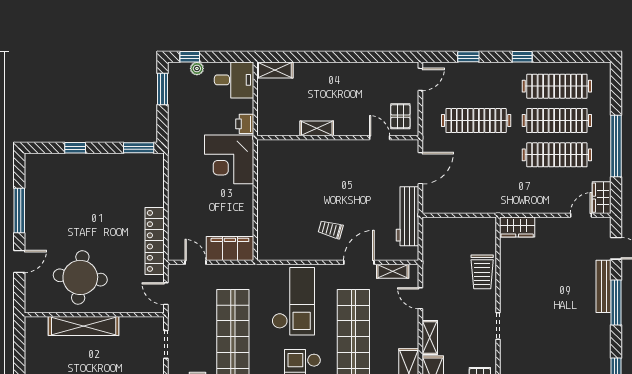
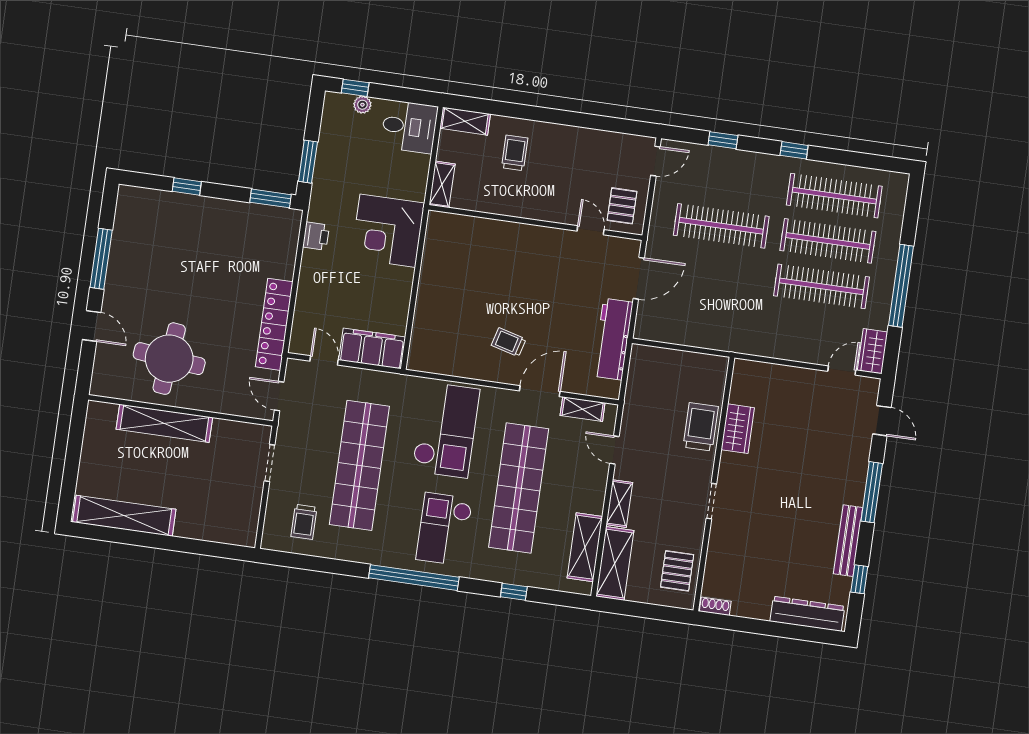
trolley: (315, 88) -> (515, 153), added
window: (162, 89) -> (308, 162), moved
printer: (245, 124) -> (316, 236), moved, turned 180
shelving: (317, 128) -> (442, 184), moved, turned 90
wardrobe: (517, 227) -> (738, 429), moved, turned -90
door: (19, 261) -> (92, 326), hinge flipped
trolley: (482, 272) -> (701, 427), turned 180
bench: (604, 286) -> (848, 541), moved

